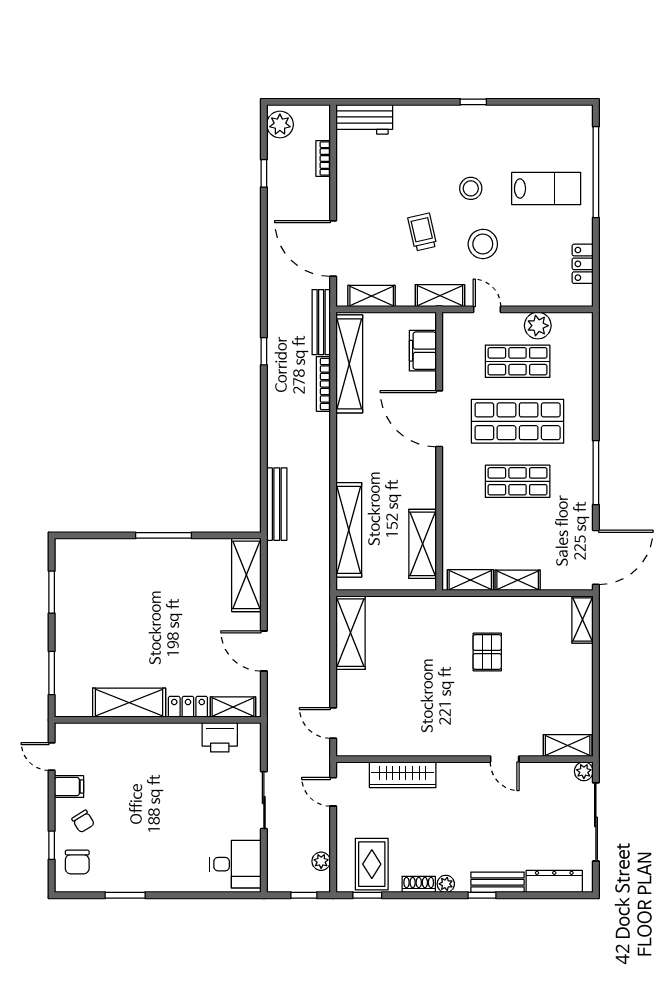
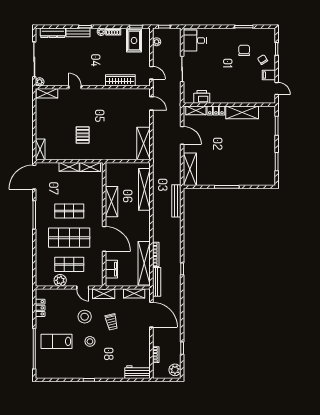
shelving: (423, 544) -> (111, 202), moved
chair: (77, 862) -> (244, 50), moved

